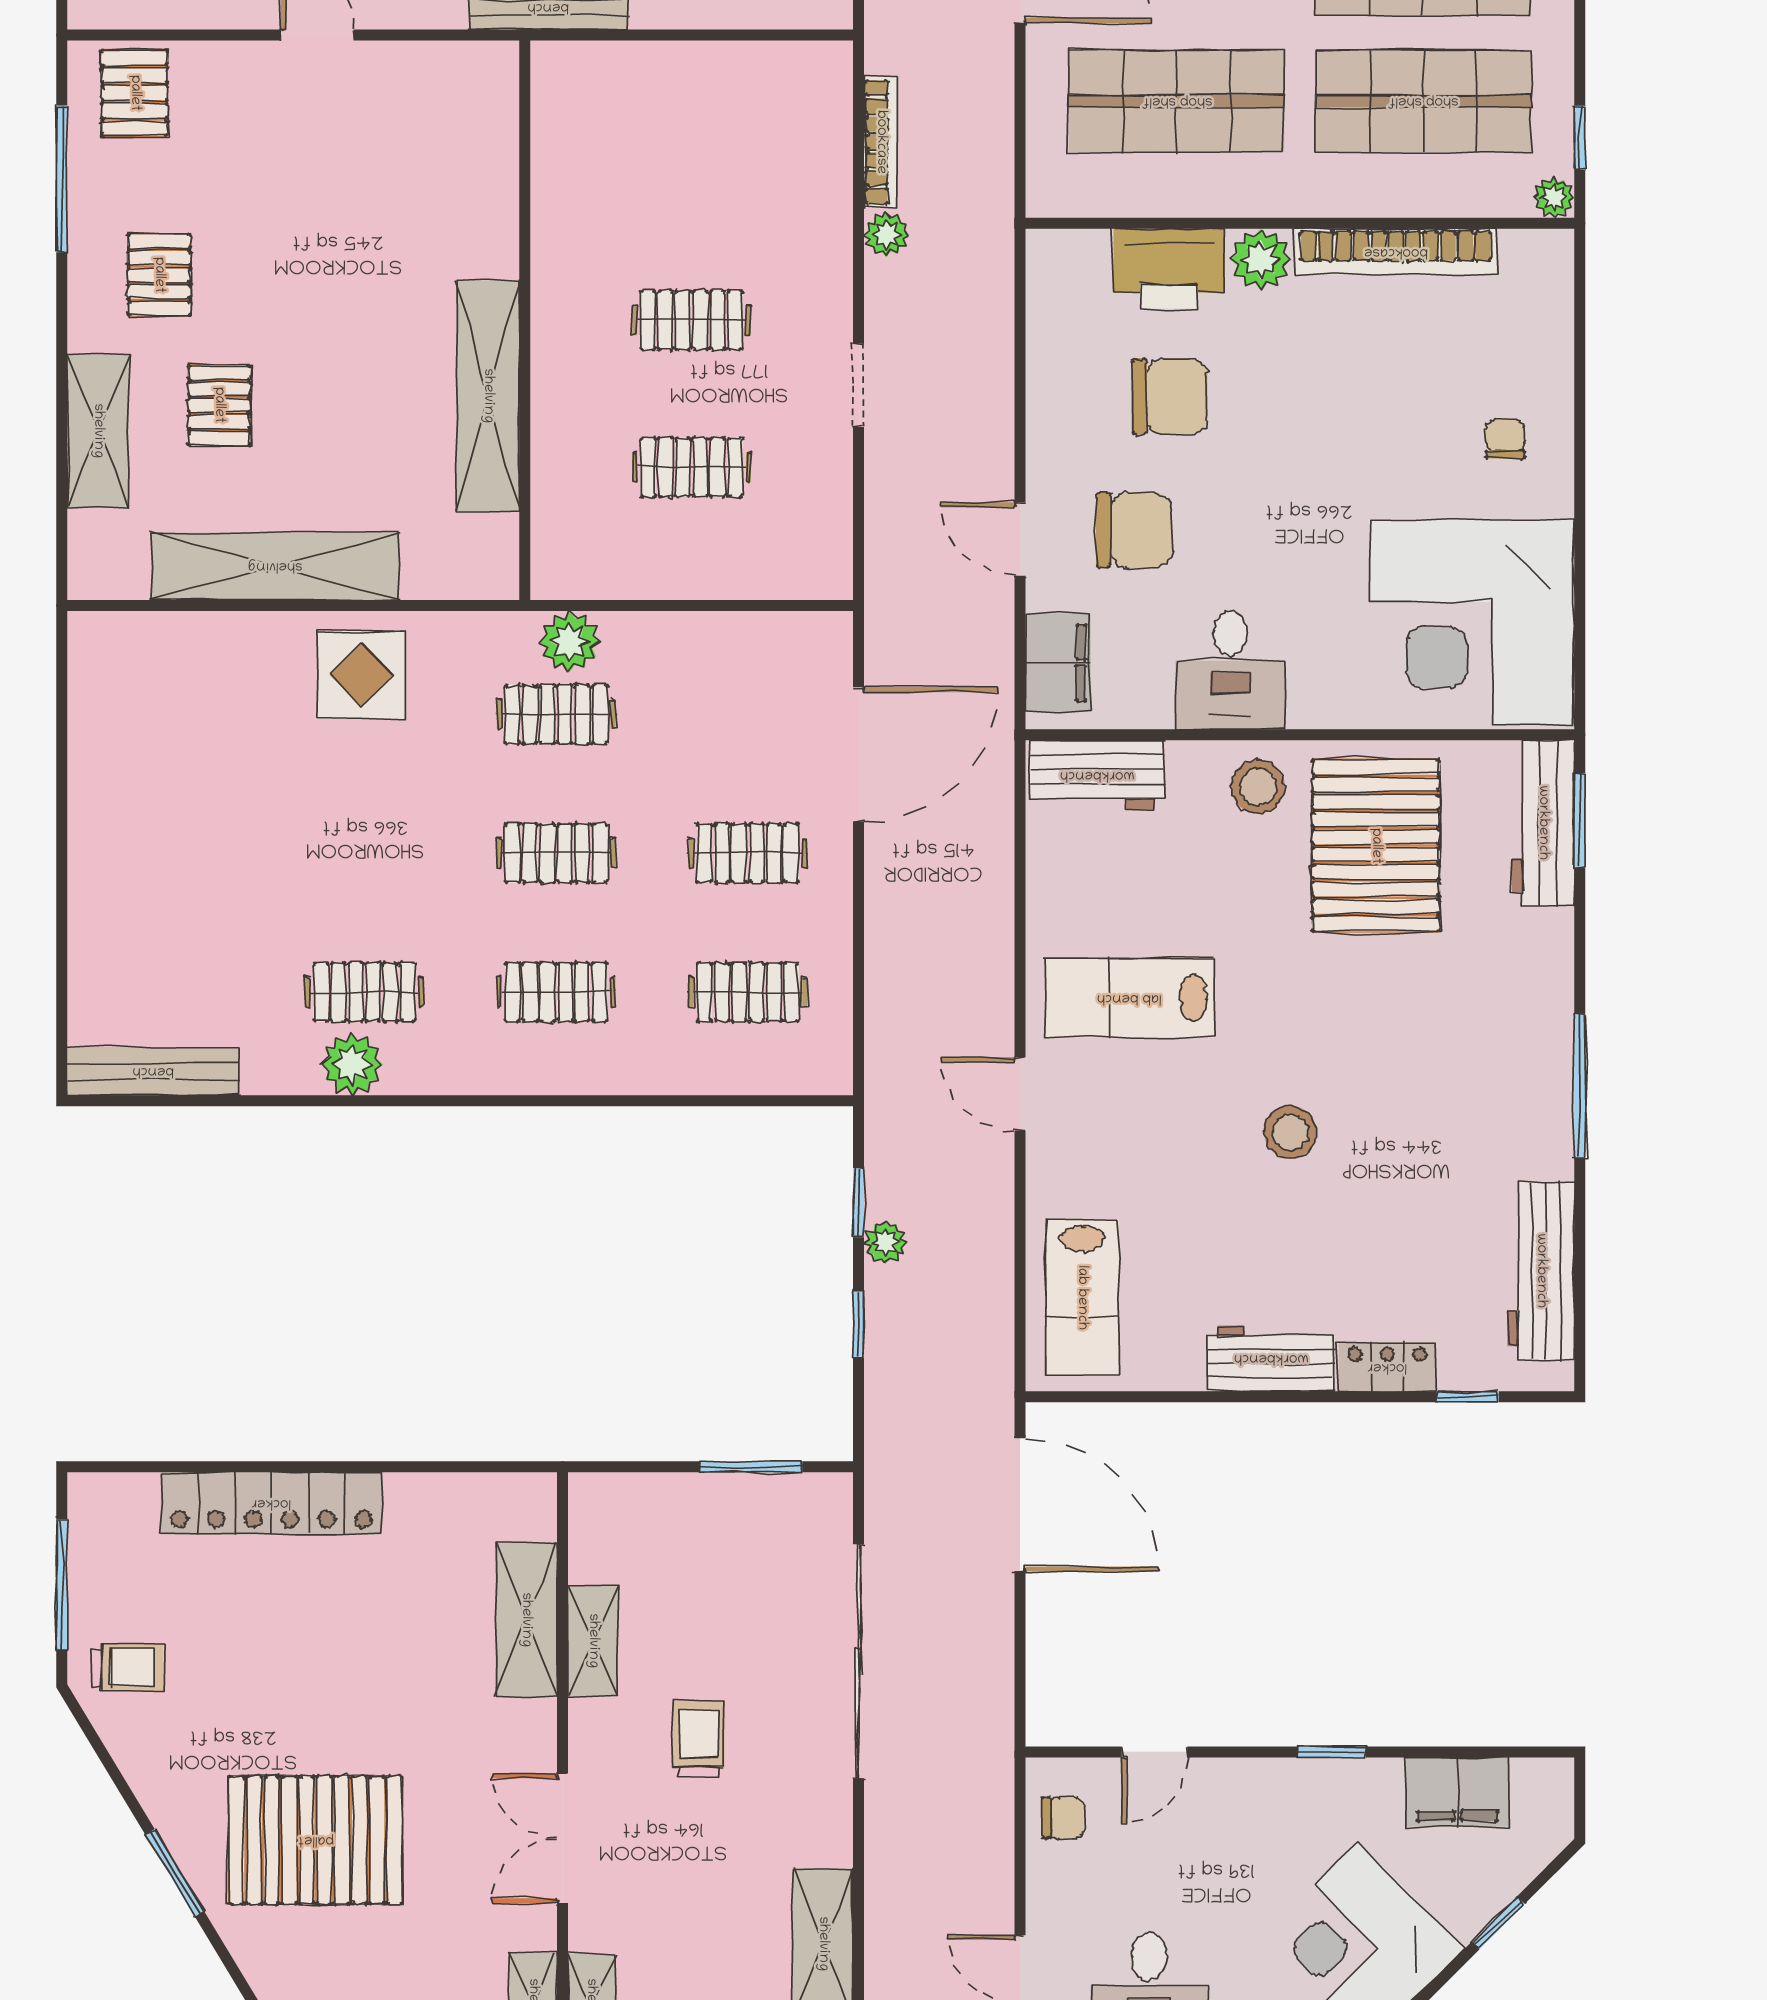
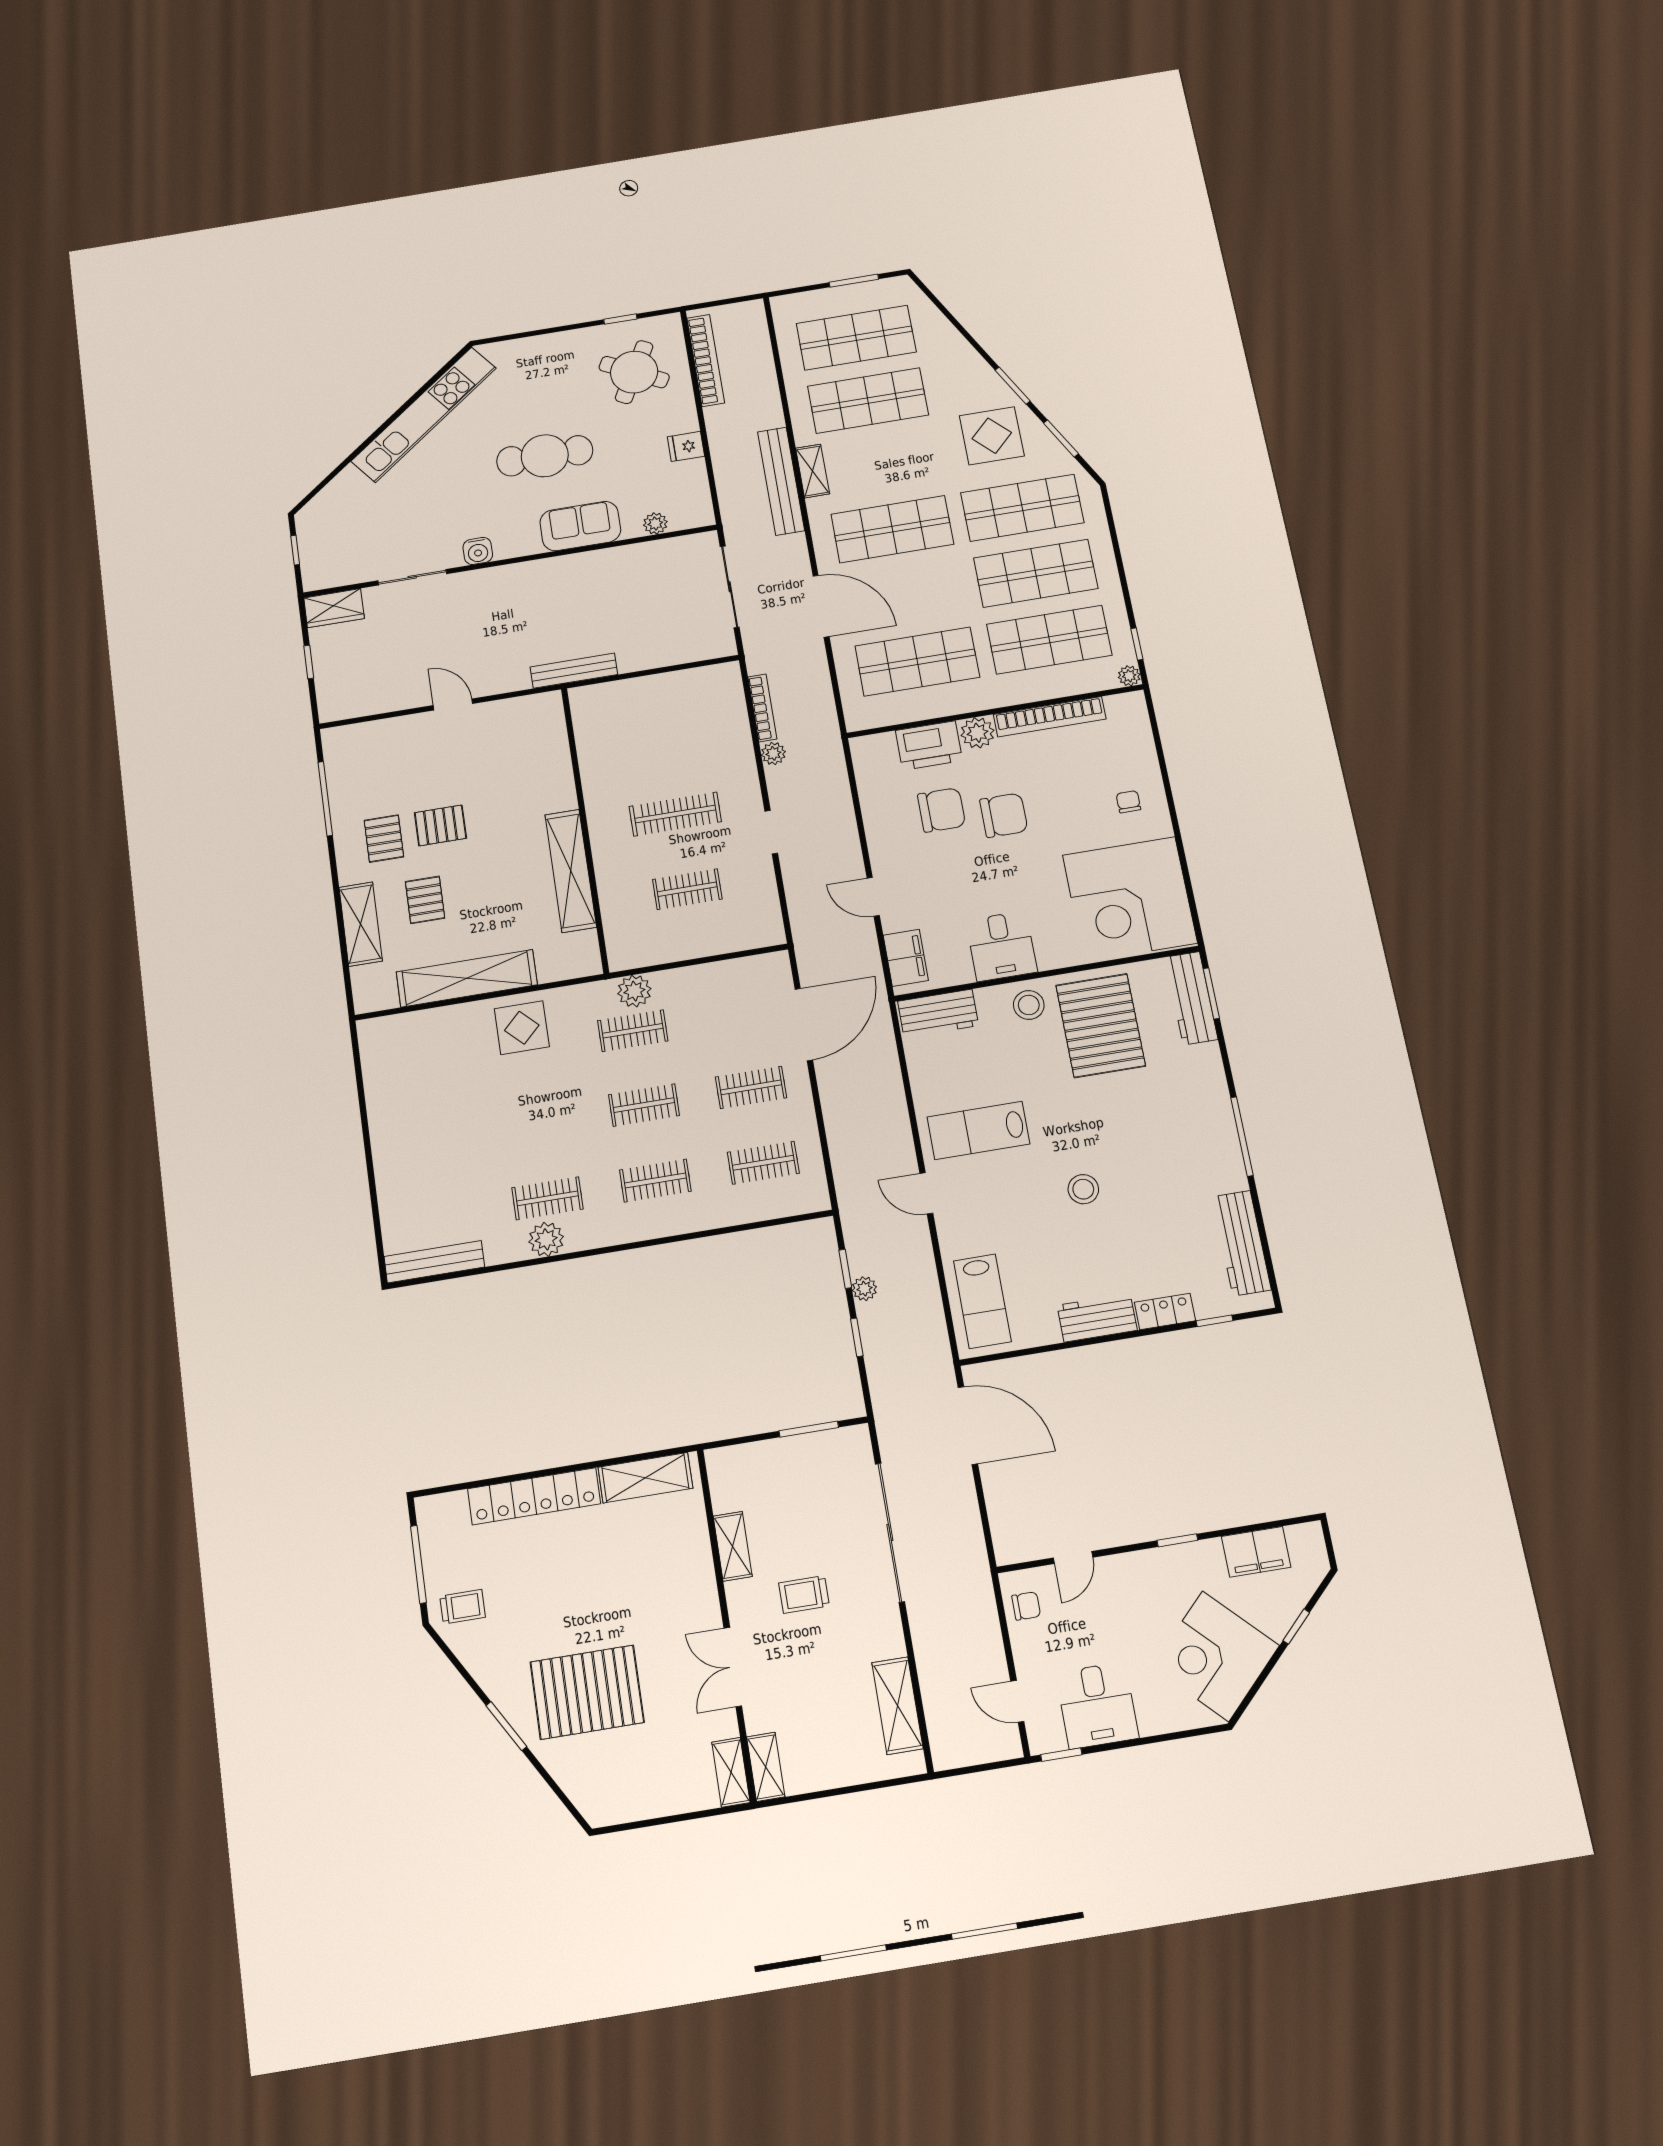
pallet: (135, 93) -> (440, 825), moved, turned 90
clothes rail: (692, 320) -> (675, 814), width x1.36
chair: (1134, 530) -> (1004, 815), moved
shelving: (526, 1620) -> (645, 1478), moved, turned 90
trolley: (699, 1740) -> (804, 1594), turned -90

